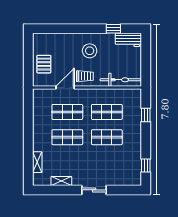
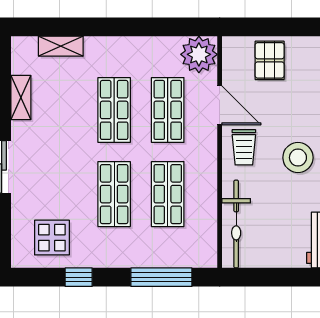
pallet: (44, 64) -> (270, 60), turned 90
plant: (41, 97) -> (199, 54), added
window: (146, 115) -> (161, 277), width x2.17
display table: (127, 166) -> (52, 238), added
window: (146, 166) -> (79, 277), moved

